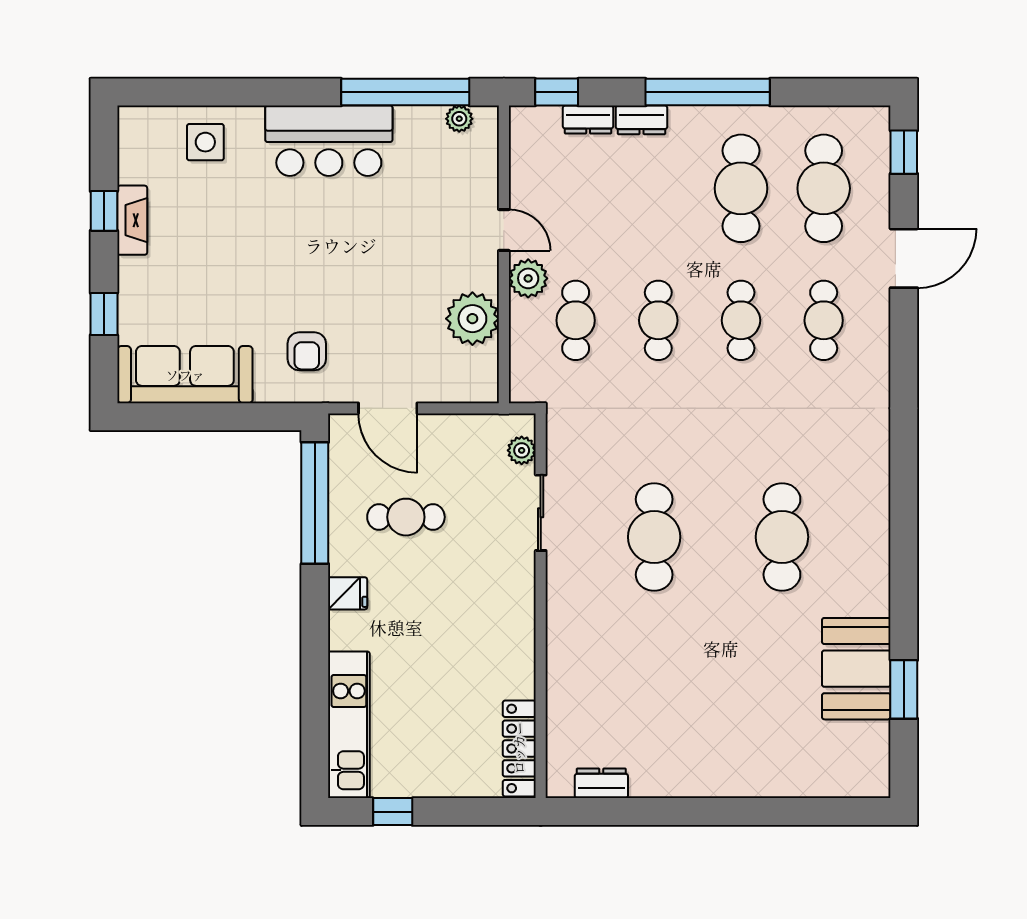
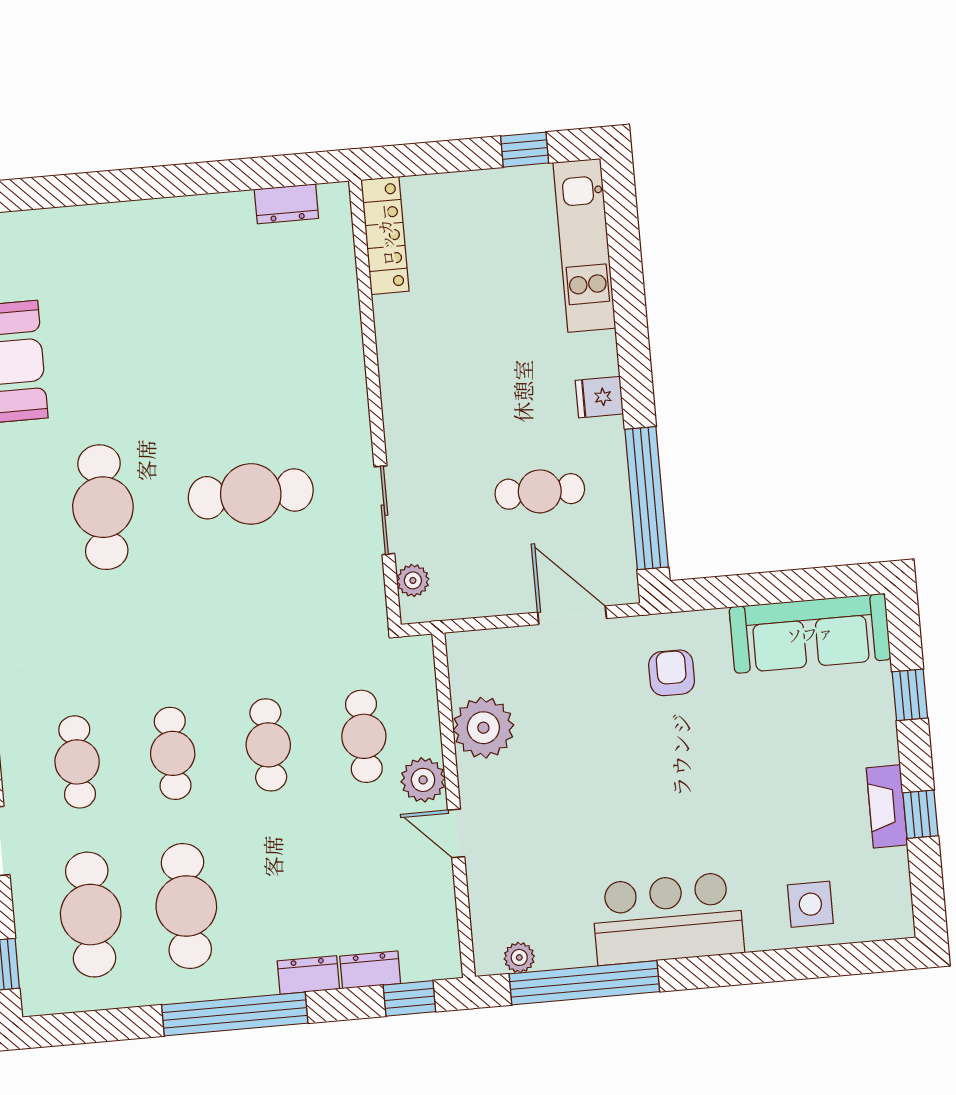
cafe table: (654, 537) -> (251, 494), turned 90

